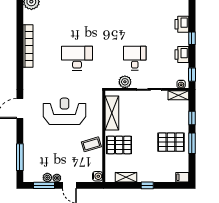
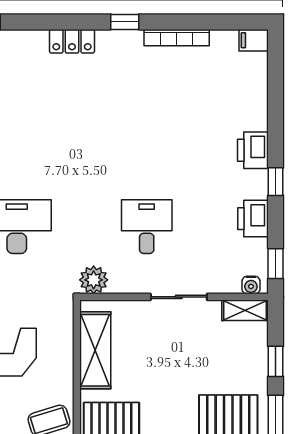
plant: (125, 82) -> (94, 280), moved

